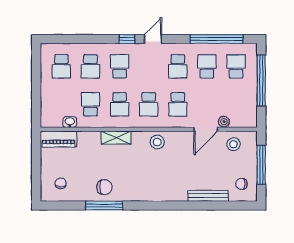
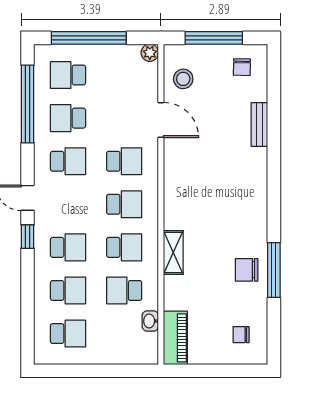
school desk: (120, 66) -> (68, 247), turned 180
plant: (224, 122) -> (150, 53), moved
stool: (157, 142) -> (180, 192), removed
chair: (104, 187) -> (247, 270), turned -90
bench: (208, 196) -> (259, 124), width x0.73

